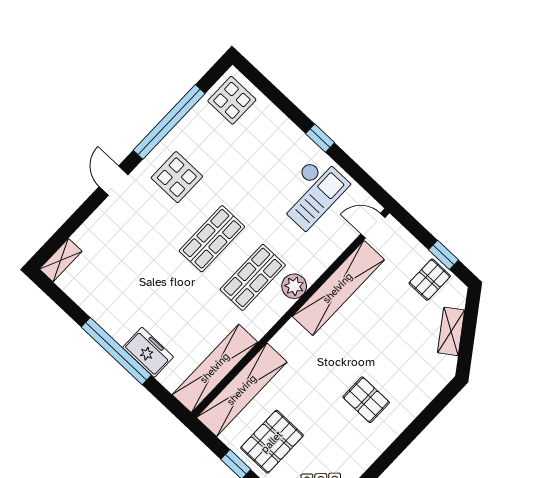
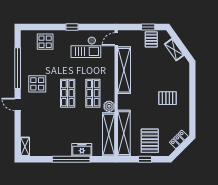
display table: (232, 100) -> (45, 42), moved
checkout: (312, 192) -> (86, 47), turned 90
plant: (294, 286) -> (109, 106), moved

